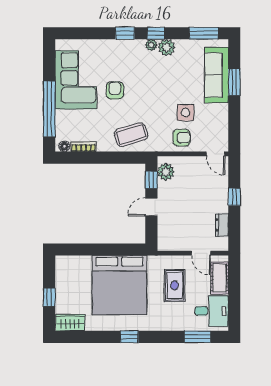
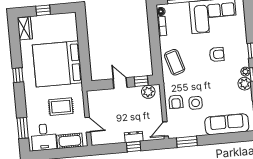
window: (234, 82) -> (187, 142), moved
armchair: (115, 90) -> (217, 54), moved
dresser: (222, 225) -> (134, 137), moved
door: (201, 253) -> (88, 125), swing flipped

